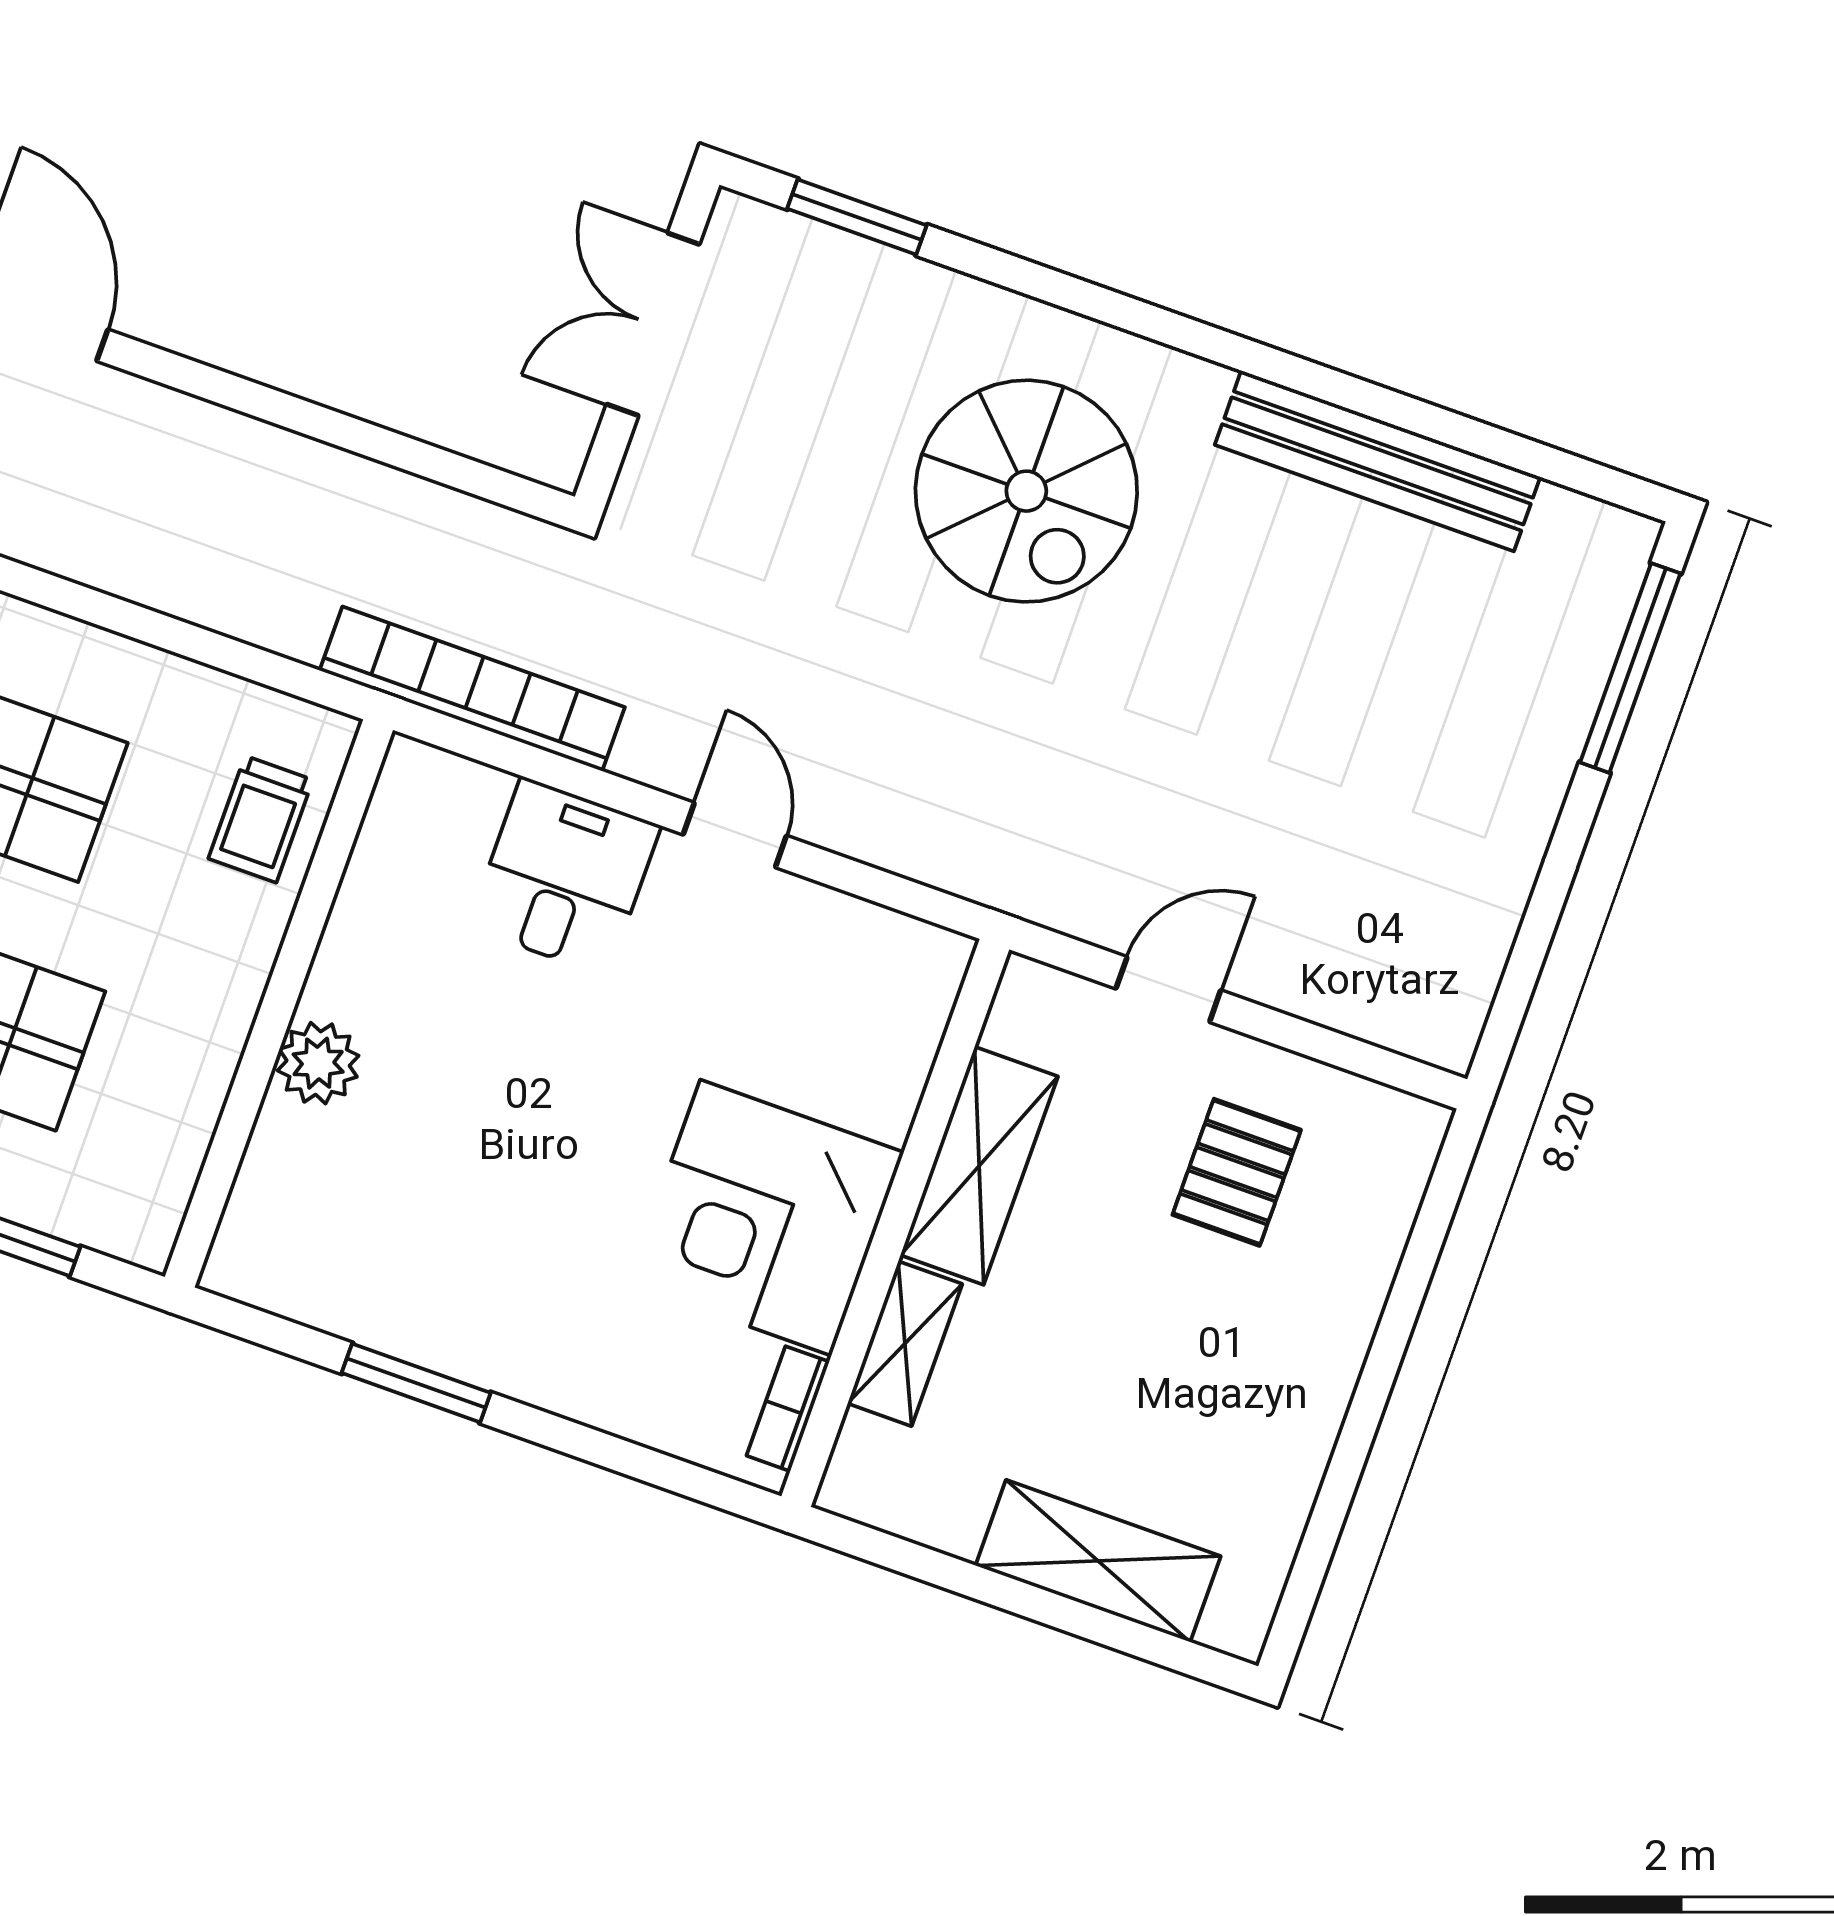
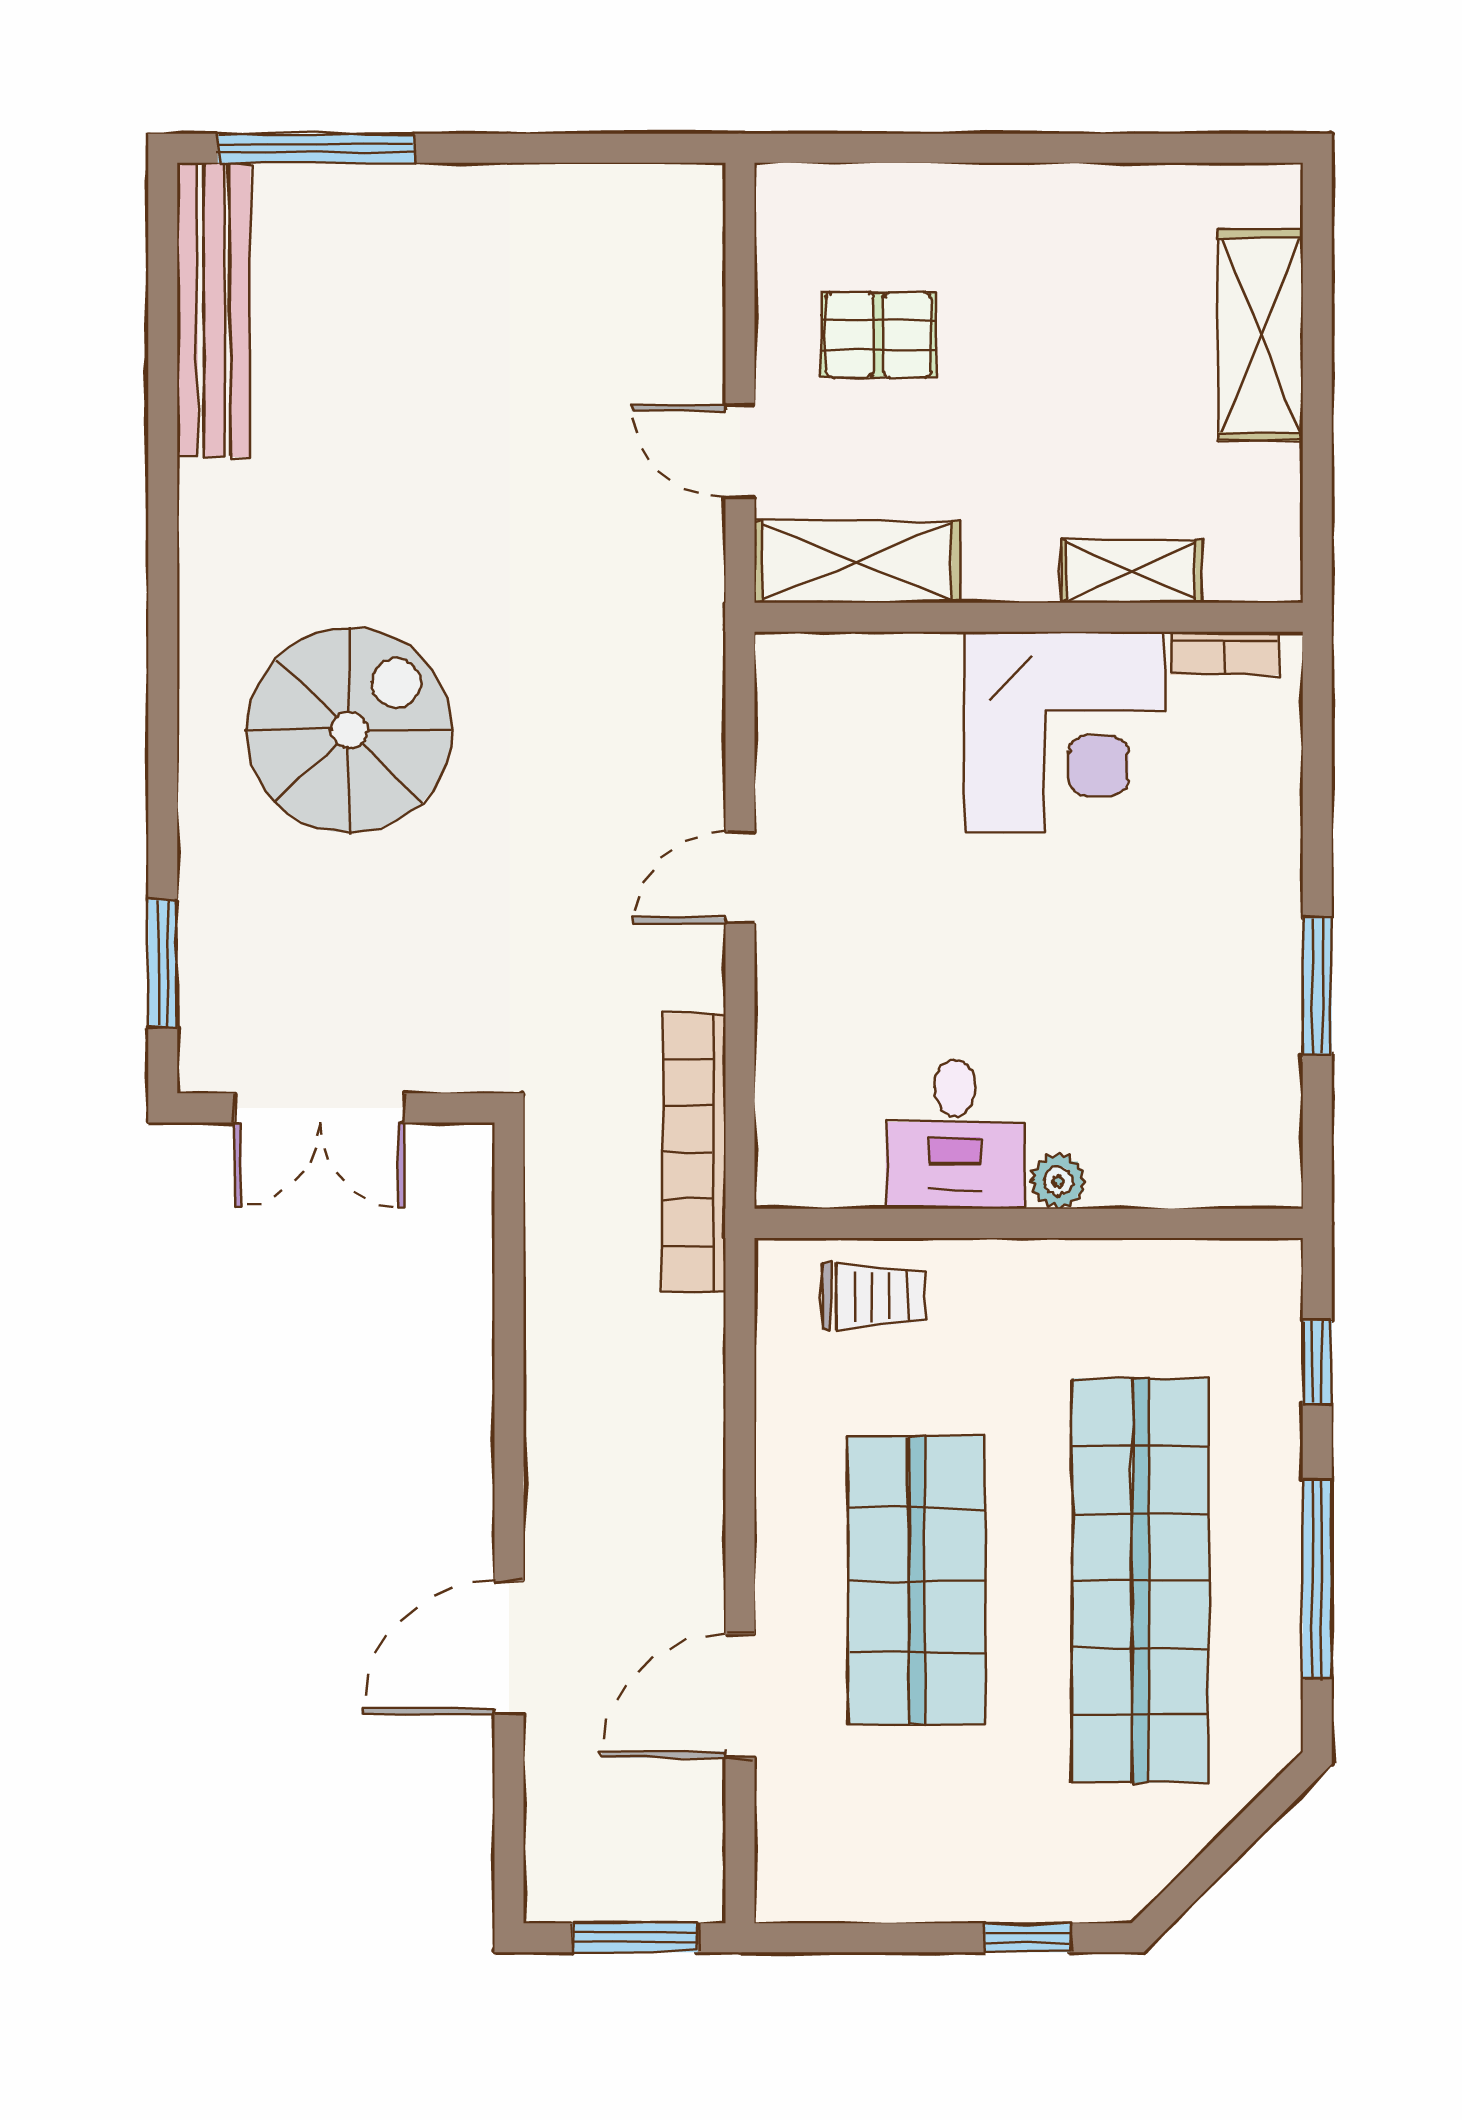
bench: (1378, 461) -> (214, 310), moved
desk: (564, 876) -> (955, 1134), moved, turned -90
plant: (318, 1063) -> (1058, 1181), width x0.73, depth x0.73
shelving: (979, 1166) -> (857, 562), moved

